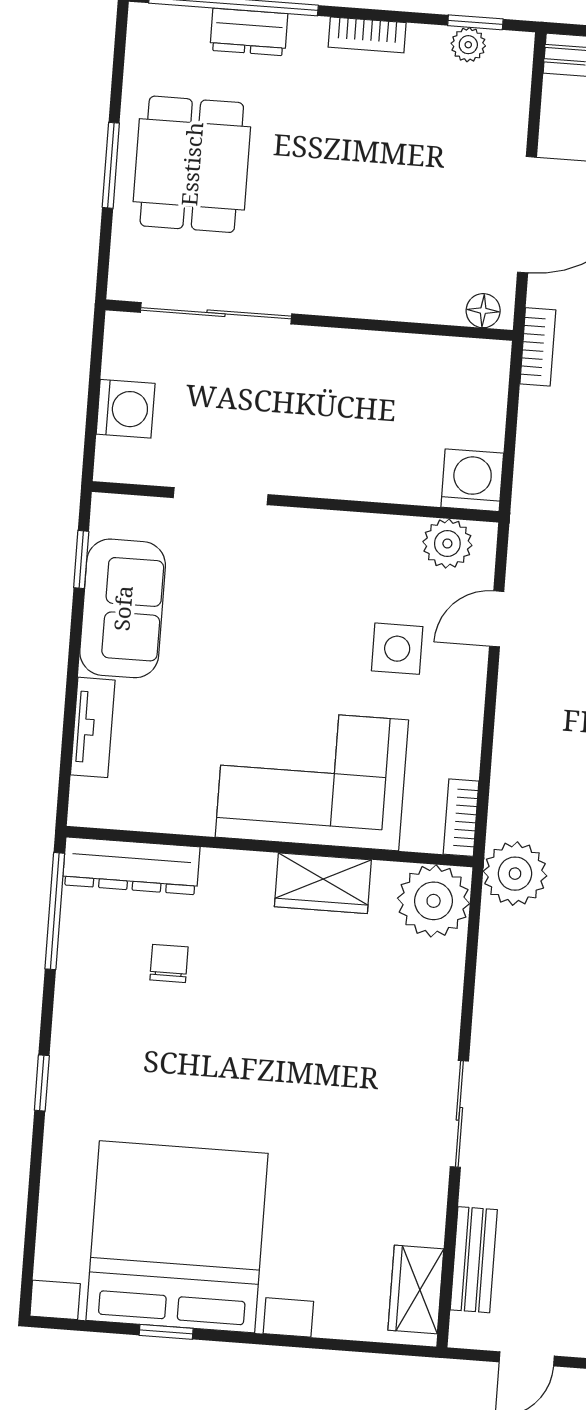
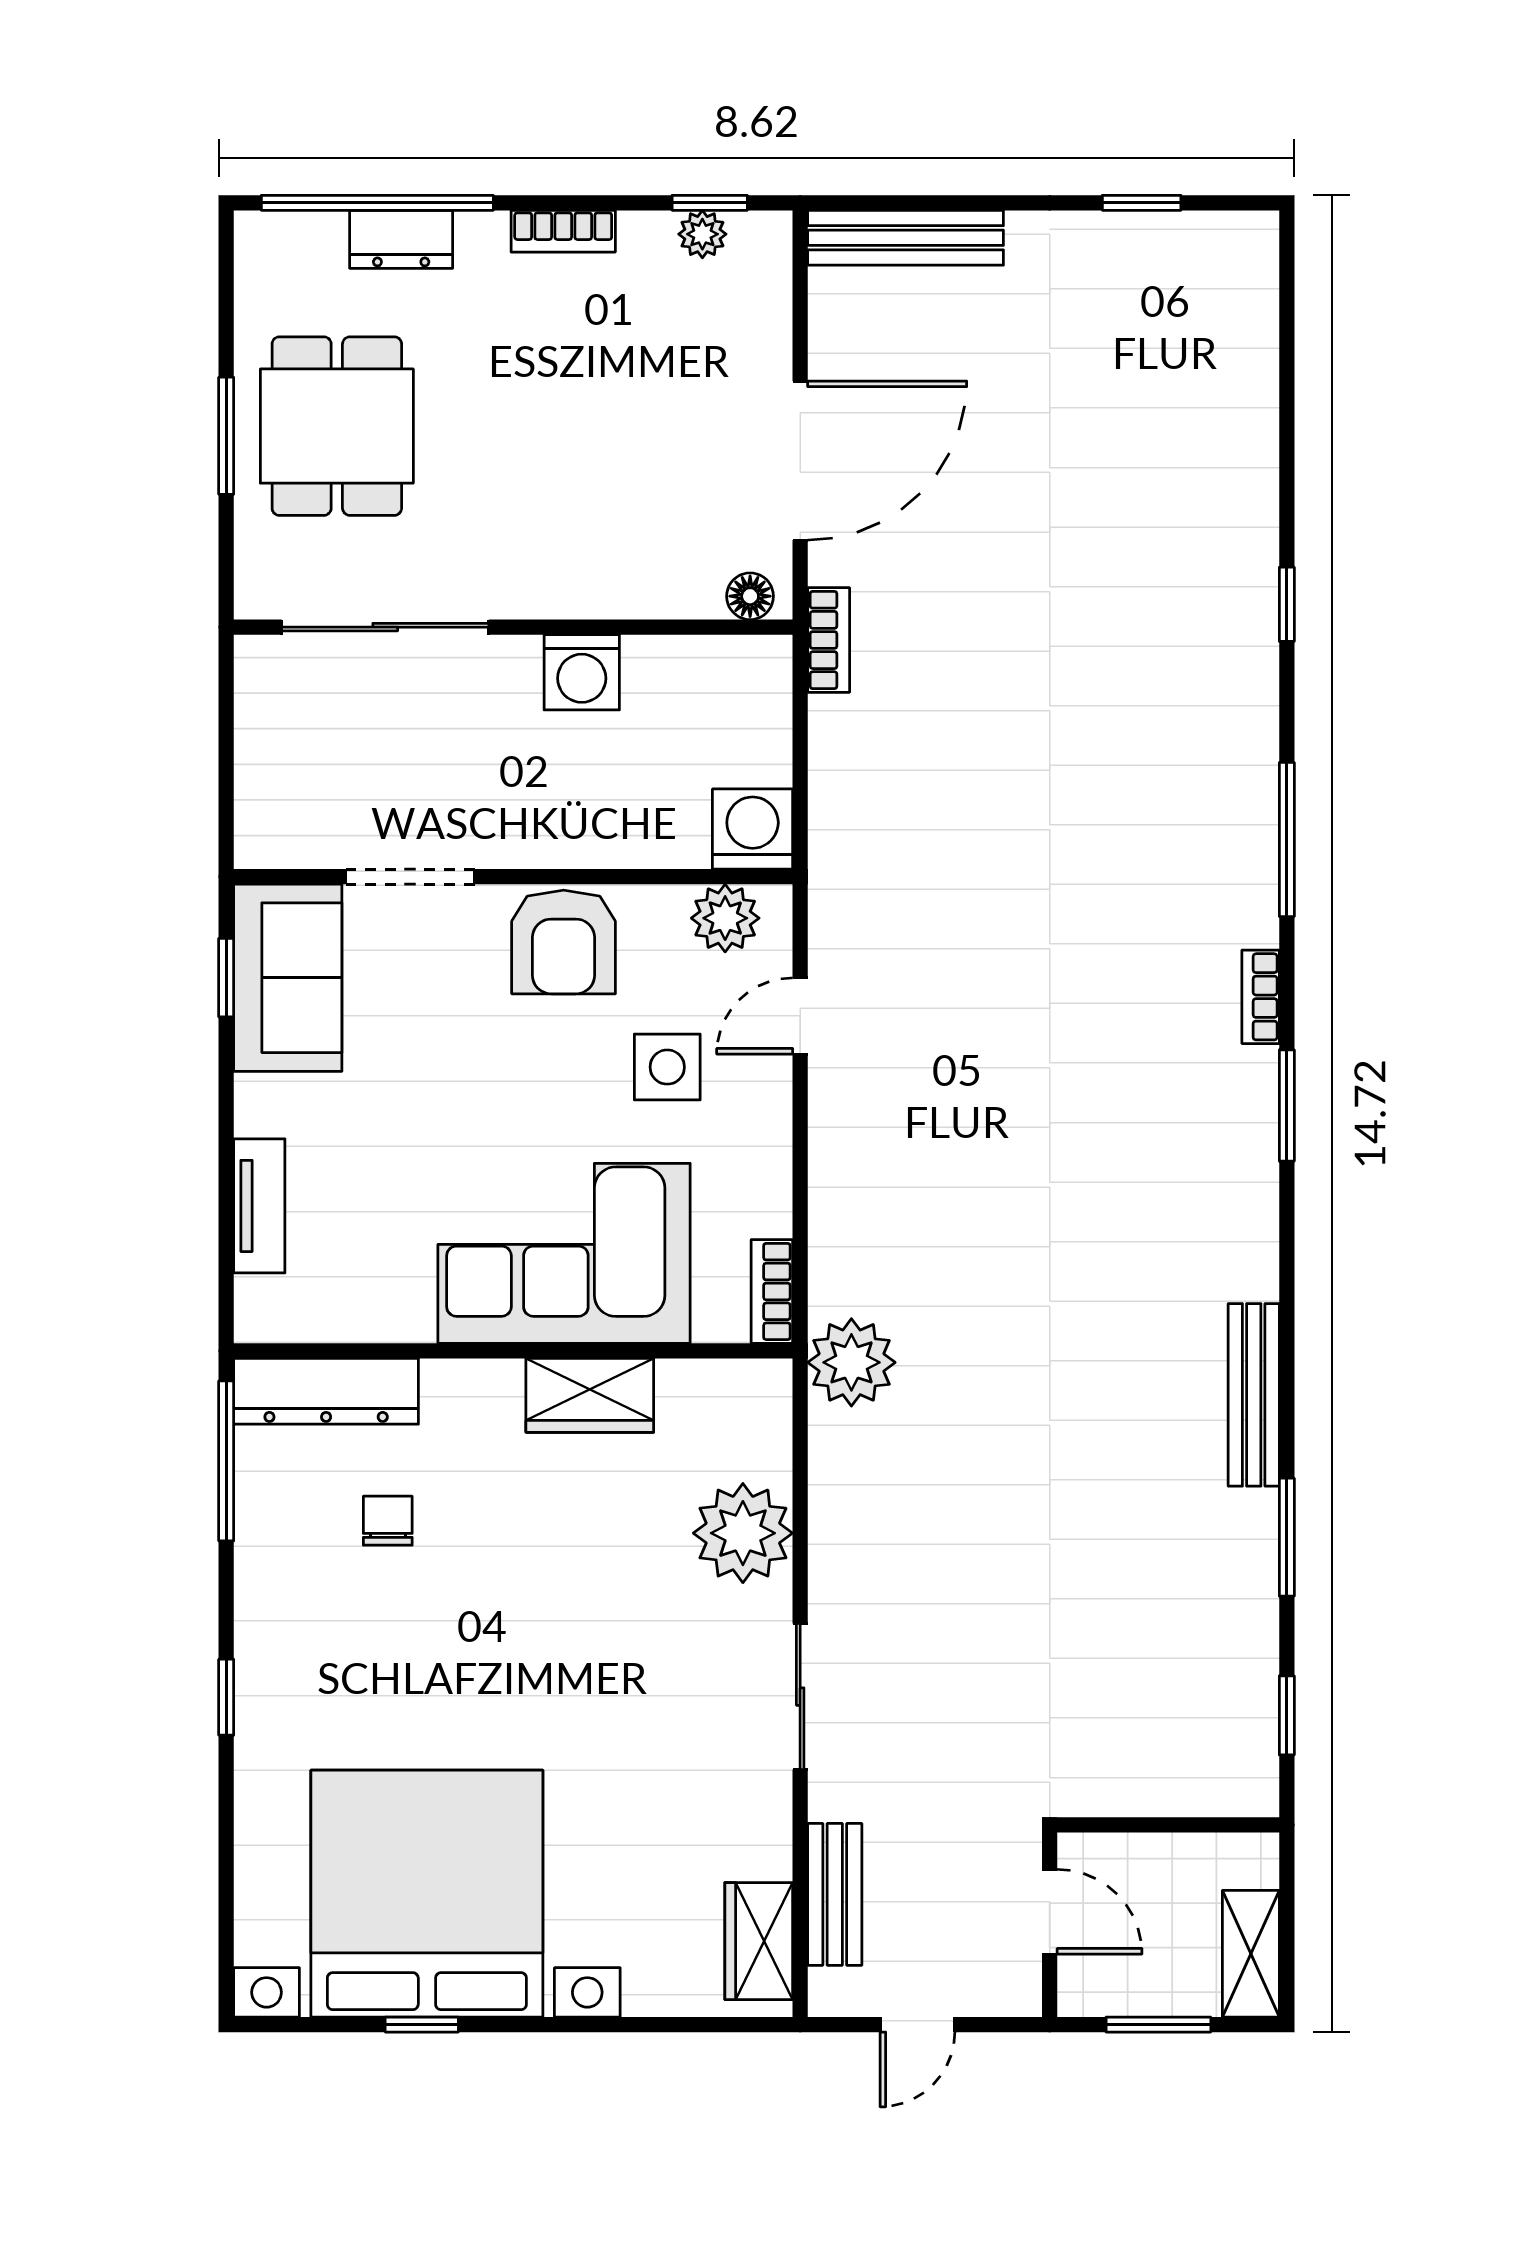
washing machine: (126, 409) -> (582, 672), moved, turned 90
armchair: (329, 552) -> (564, 942), added
sofa: (123, 608) -> (288, 978), moved
plant: (434, 901) -> (743, 1533), moved

